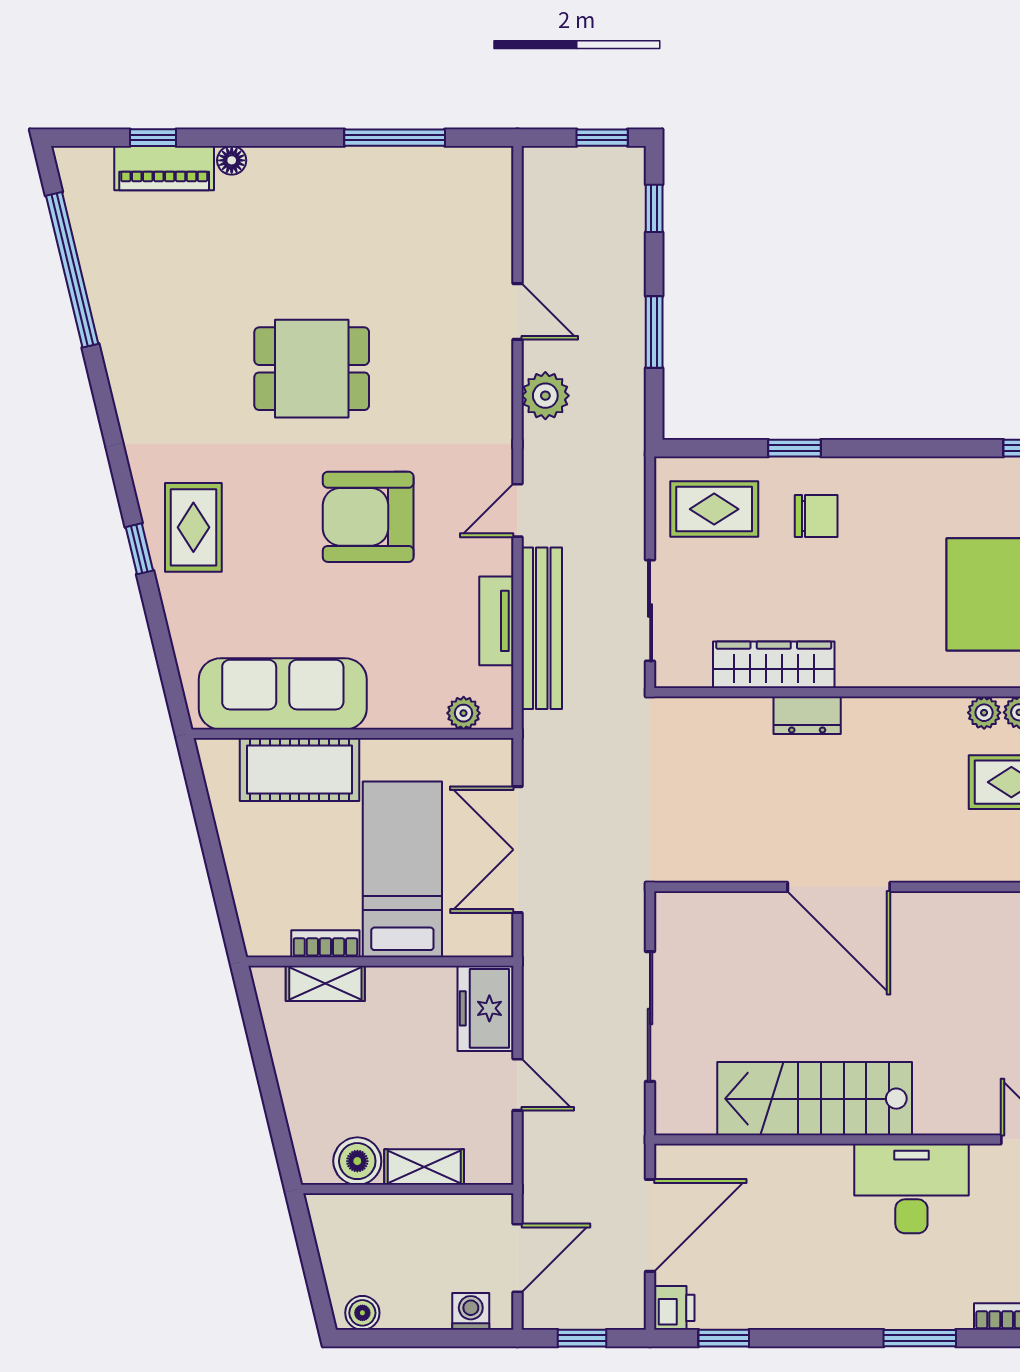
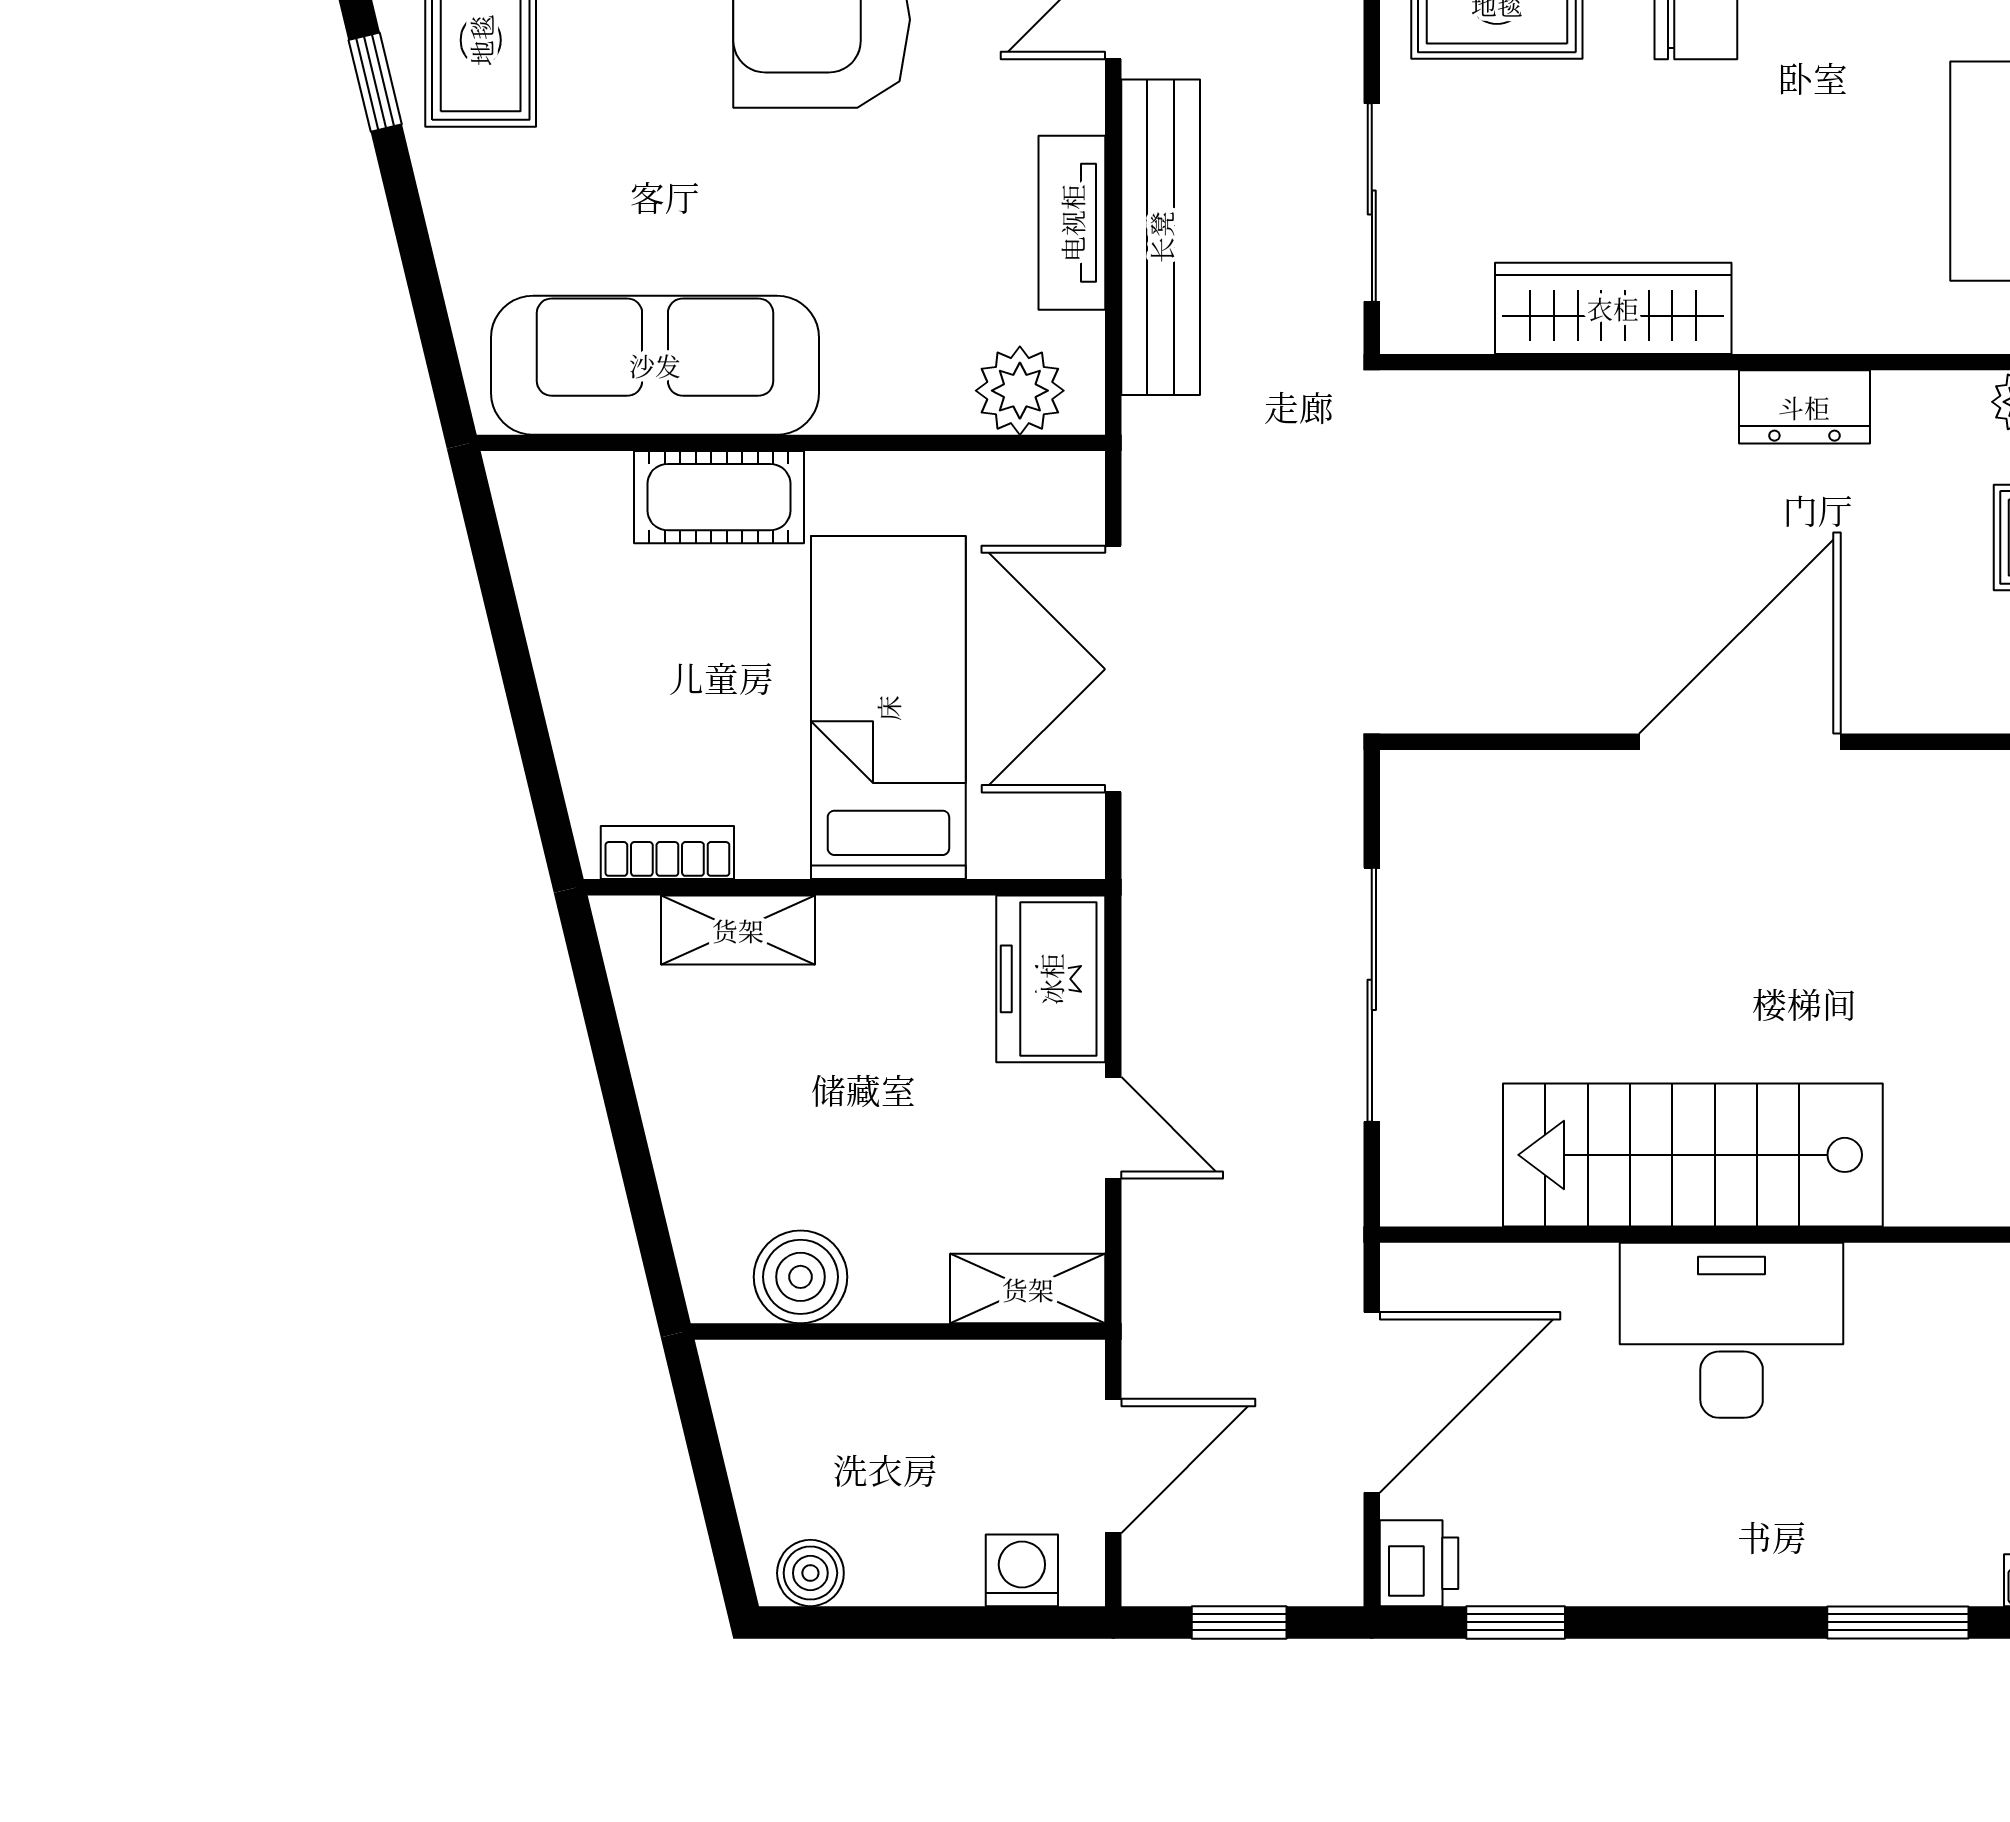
plant: (464, 713) -> (1020, 391), width x1.38, depth x1.38
dresser: (807, 715) -> (1804, 407), moved
cot: (299, 770) -> (719, 497), width x0.73, depth x0.75
door: (839, 887) -> (1740, 742), swing flipped
bookcase: (325, 944) -> (667, 853), moved
shelving: (424, 1167) -> (1028, 1289), moved
desk: (911, 1188) -> (1732, 1330), moved

